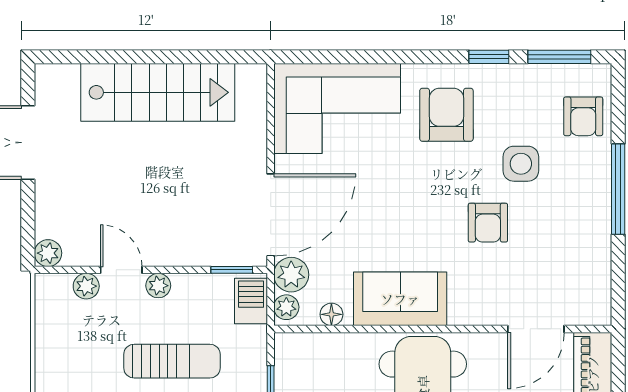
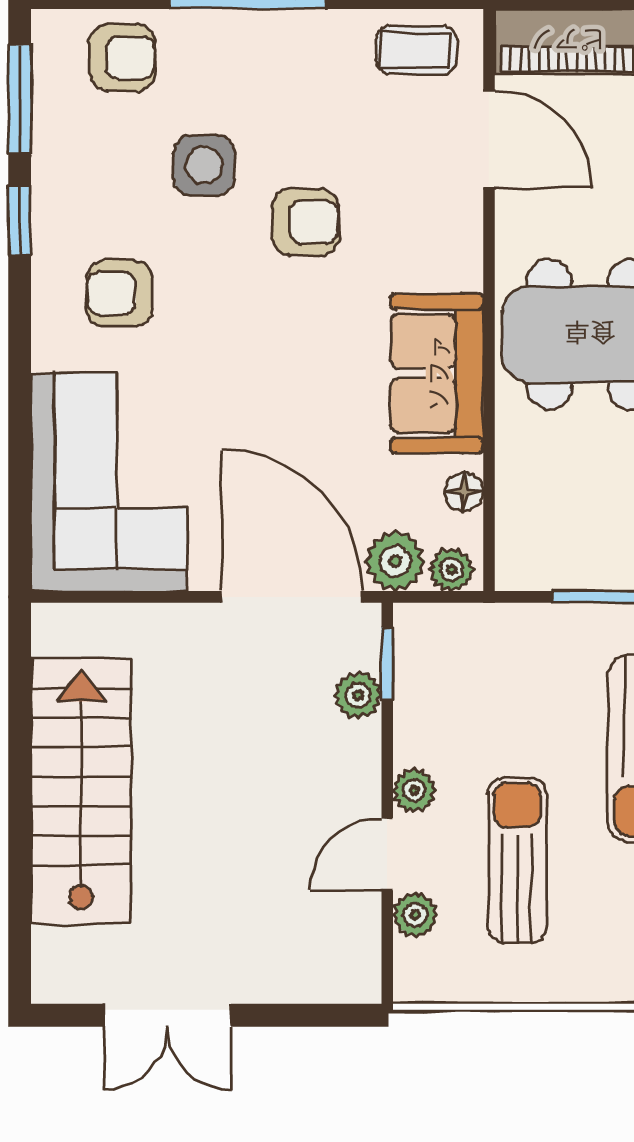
armchair: (446, 115) -> (120, 294), width x0.72, depth x0.72
plant: (48, 253) -> (358, 695), moved
coffee table: (588, 287) -> (416, 50), added
barbecue: (251, 301) -> (441, 631), removed
sun lounger: (172, 361) -> (517, 860), moved

